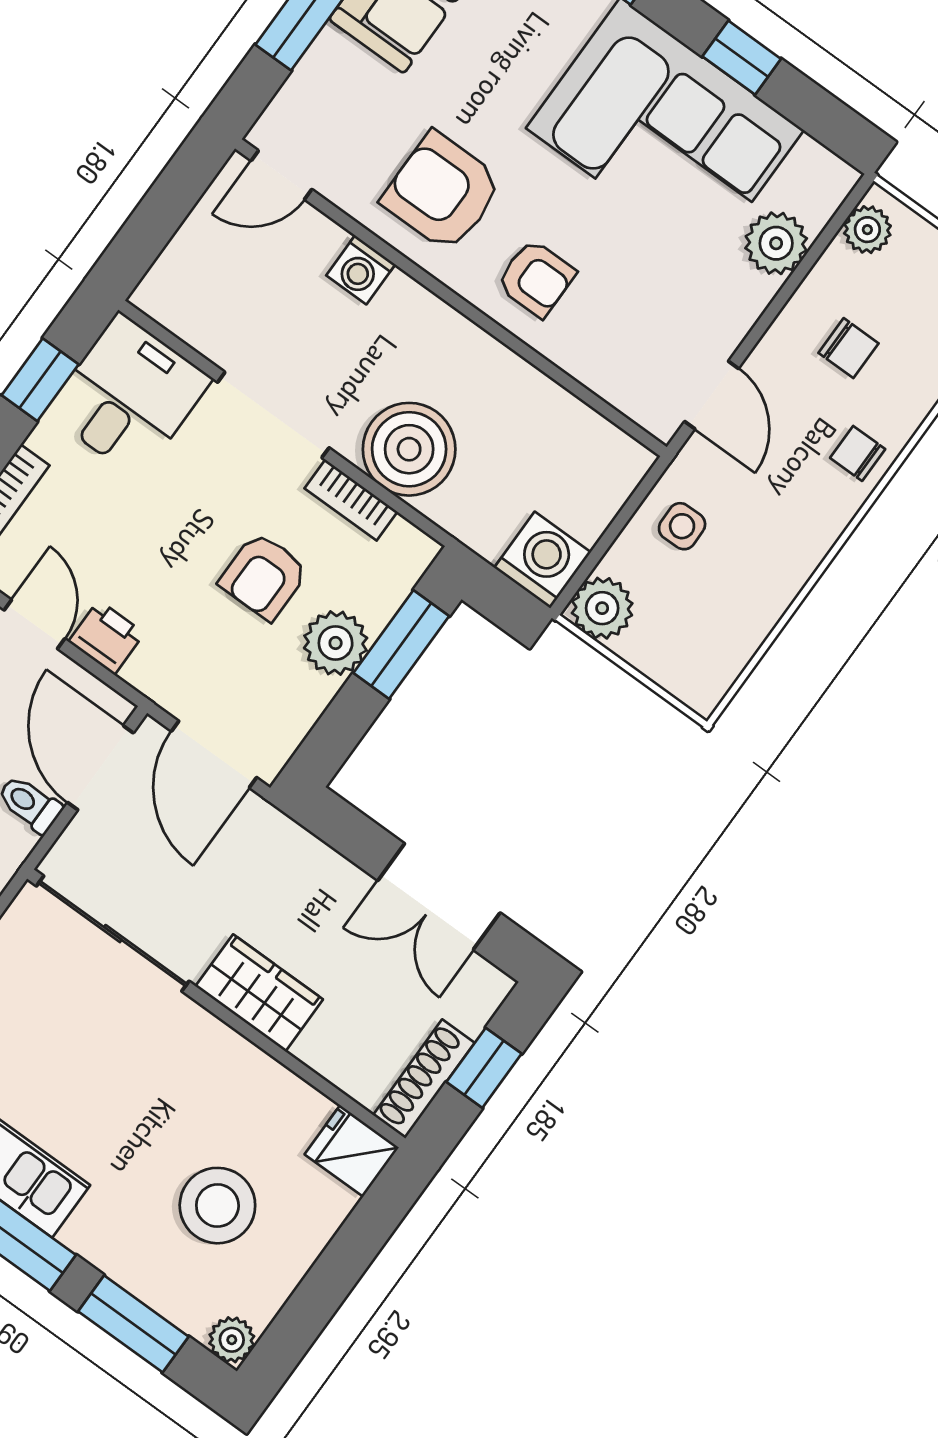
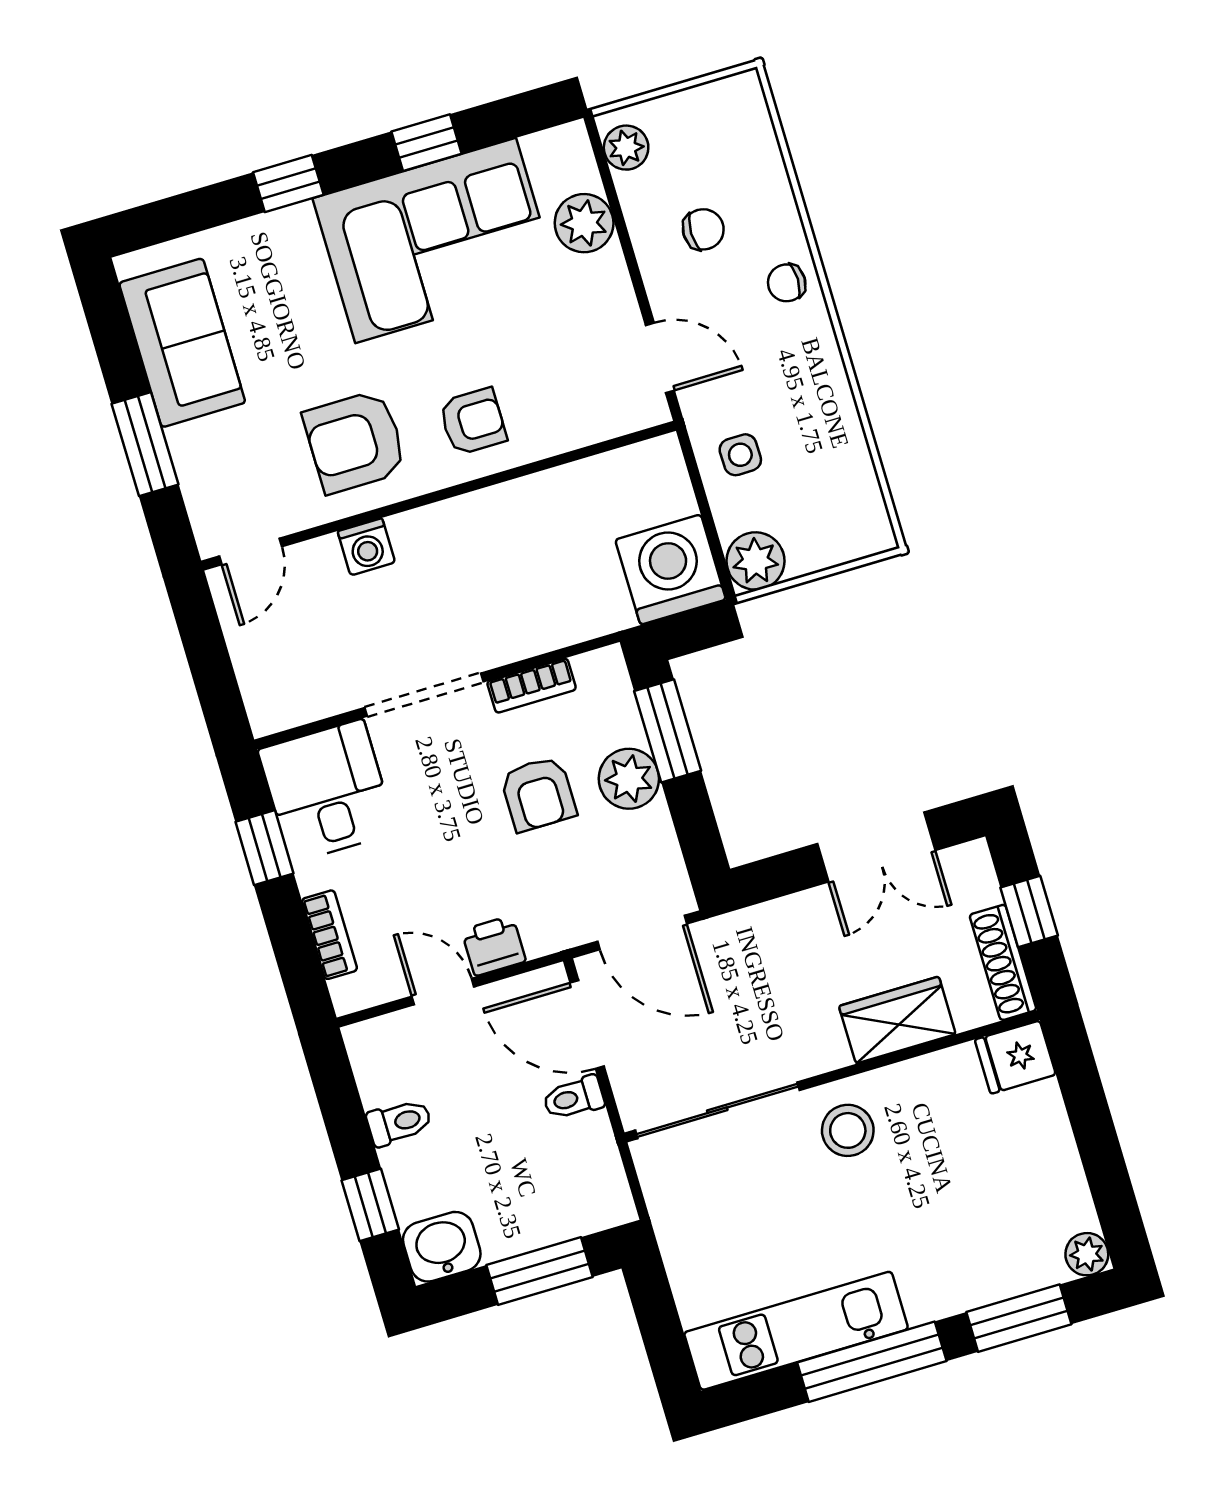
boiler: (409, 449) -> (527, 613), removed
washing machine: (542, 560) -> (671, 570), width x1.37, depth x1.37
wardrobe: (259, 993) -> (897, 1020), moved
stool: (217, 1206) -> (848, 1130), moved, width x0.73, depth x0.73

